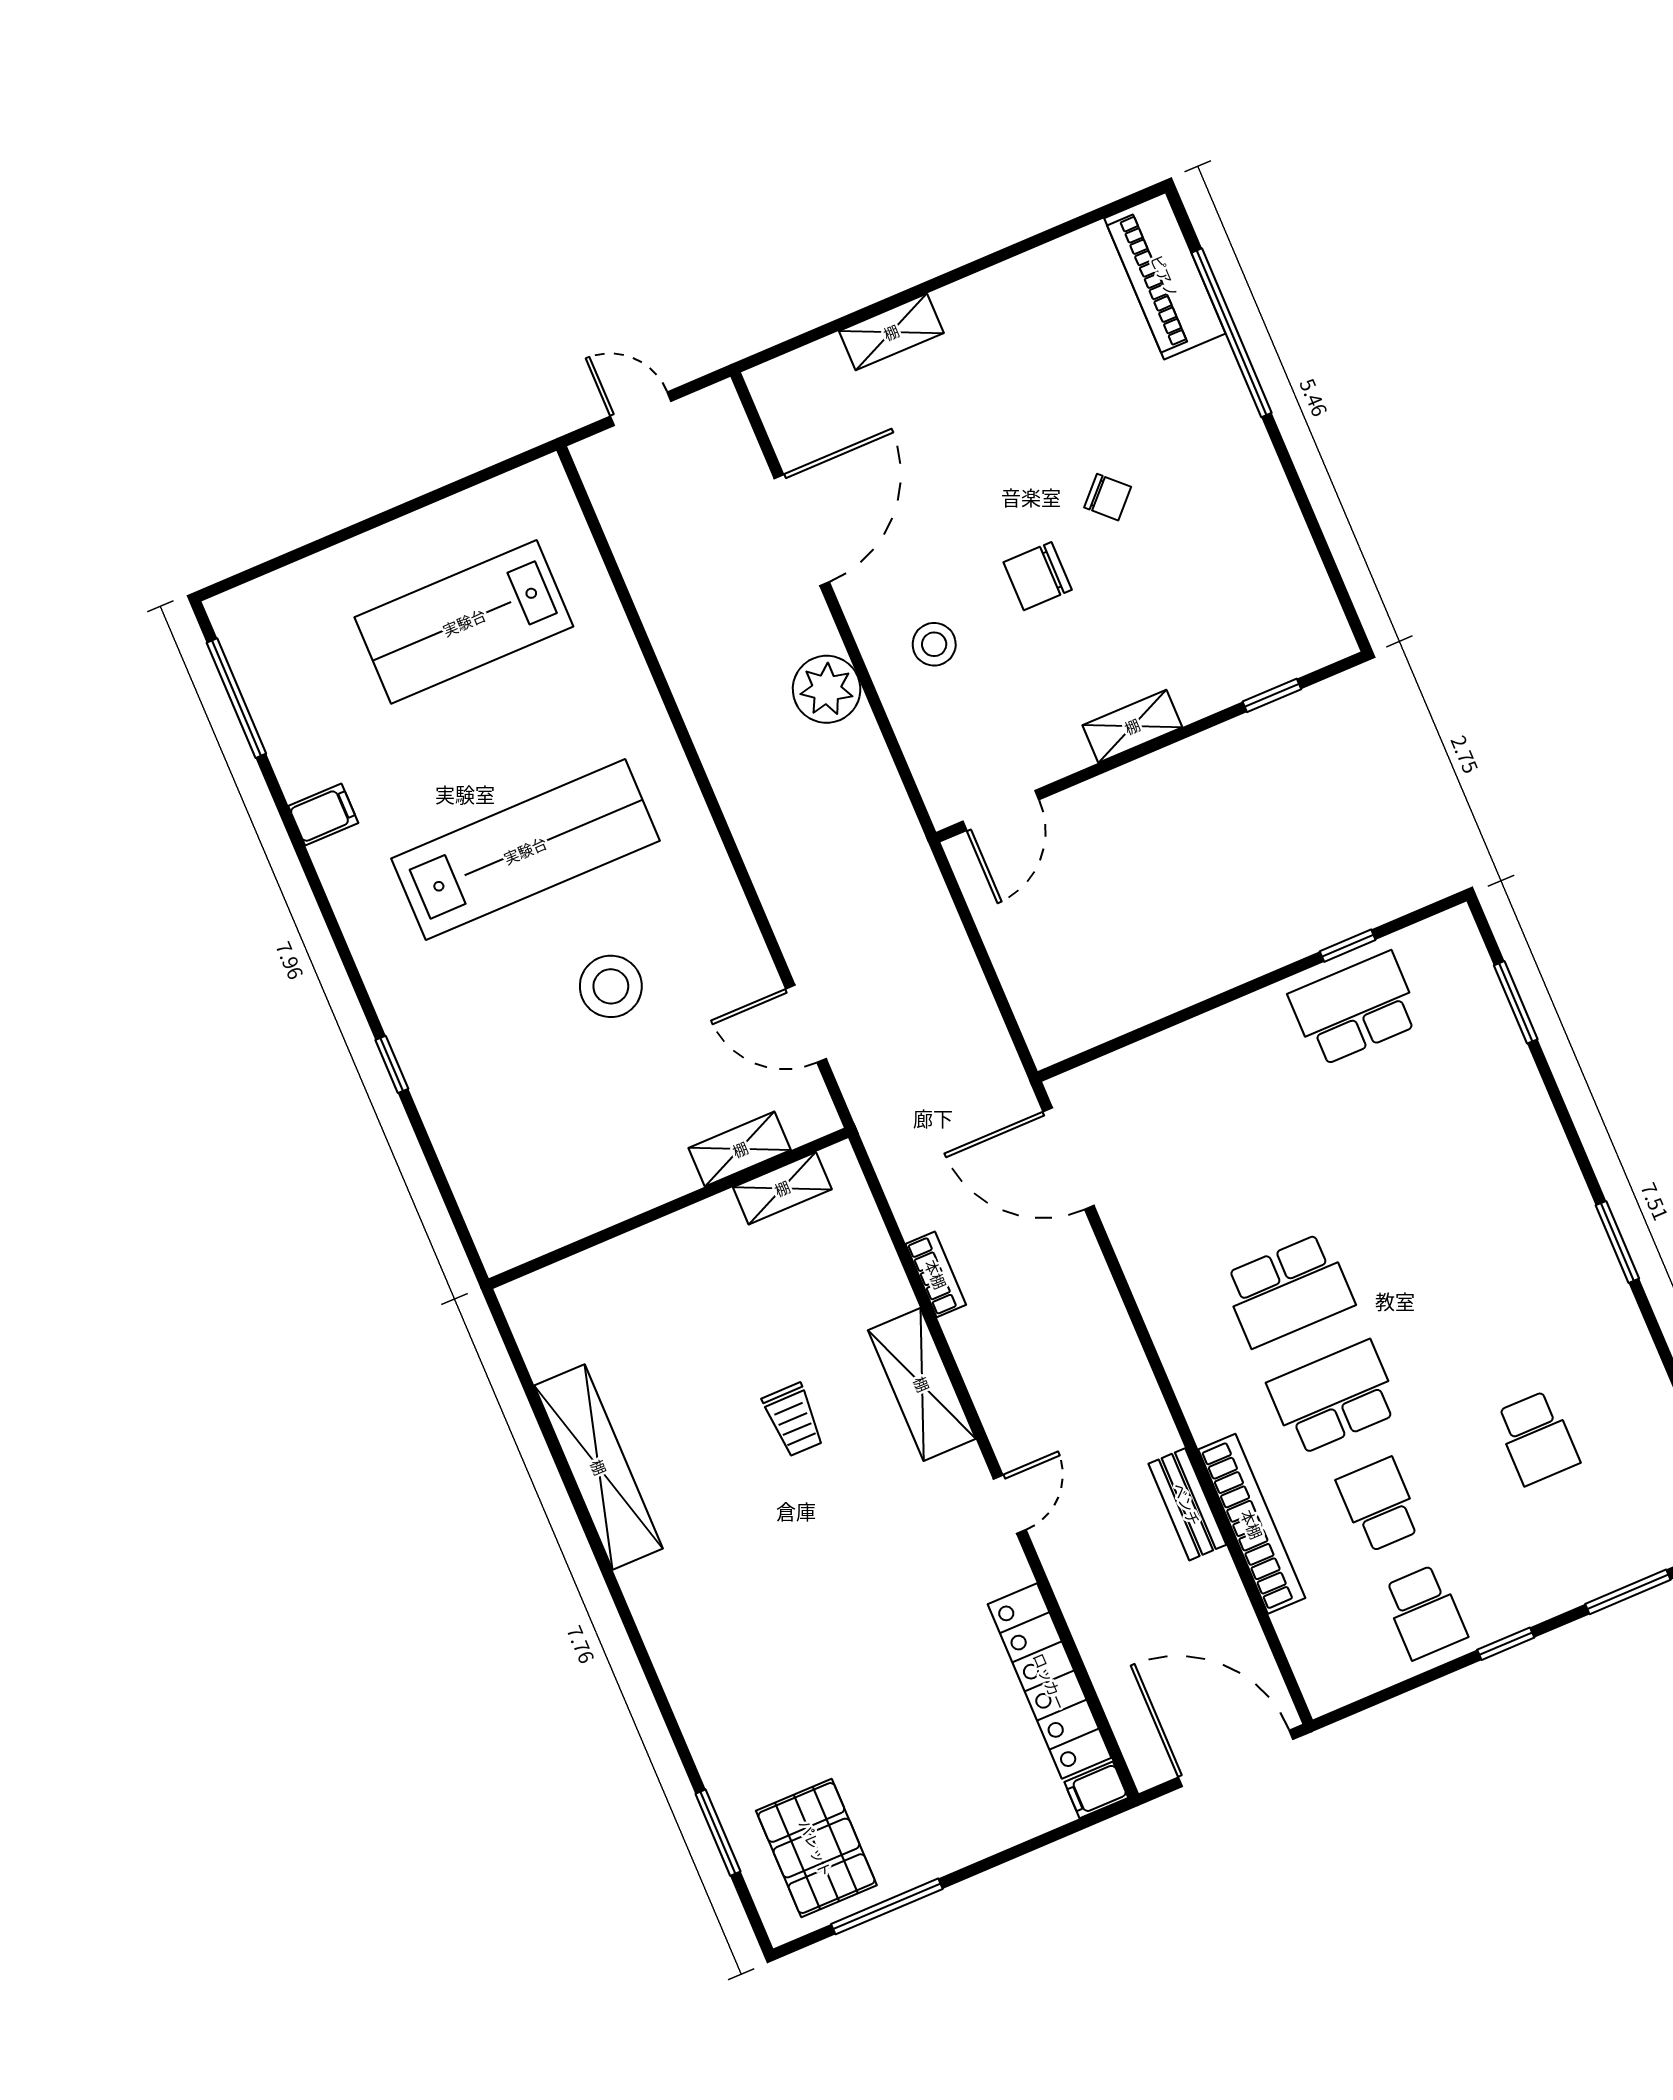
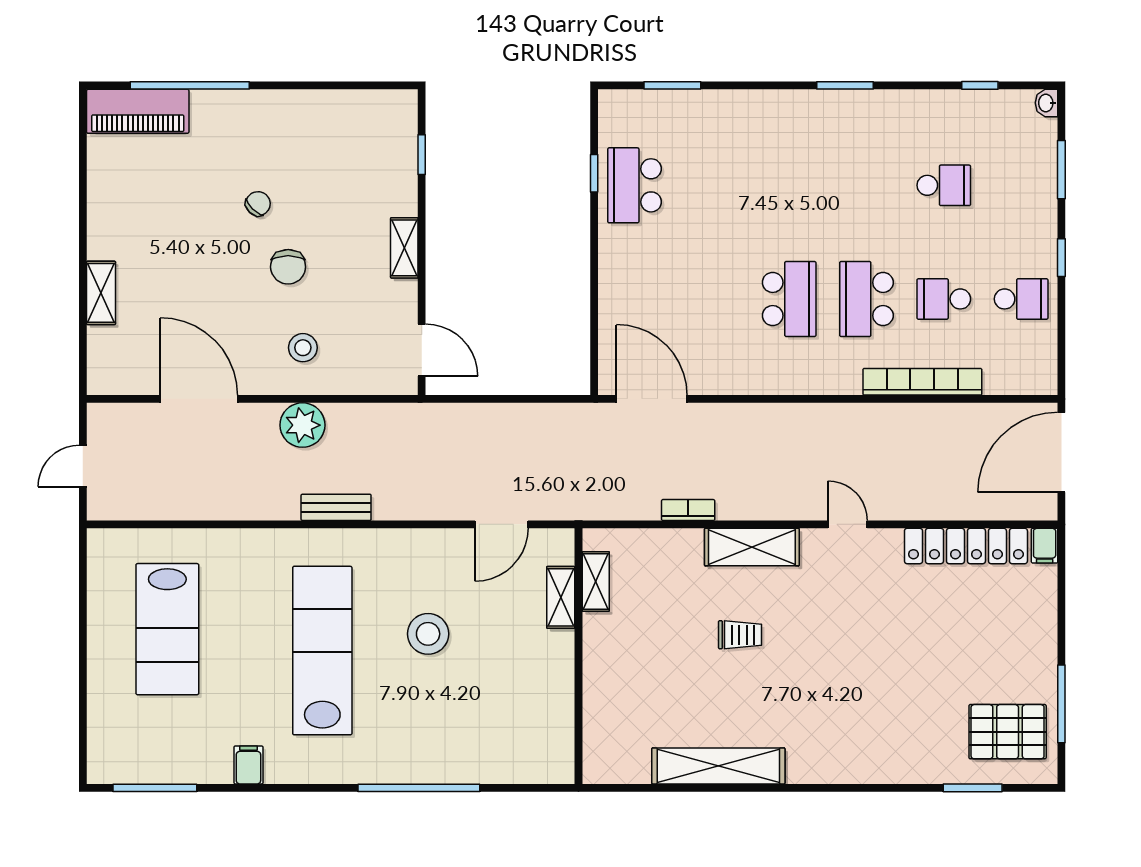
window: (392, 1064) -> (419, 788), width x3.17
door: (1069, 1159) -> (652, 399), swing flipped
bench: (1187, 1504) -> (336, 507), moved

